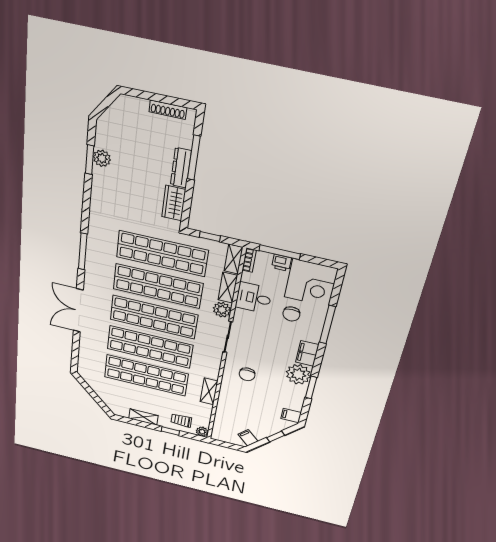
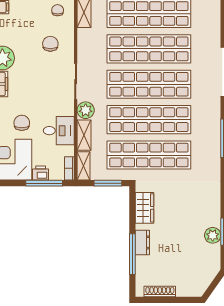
dresser: (181, 168) -> (142, 242), width x0.70
window: (210, 236) -> (108, 183), width x1.50
chair: (234, 399) -> (58, 10), added

